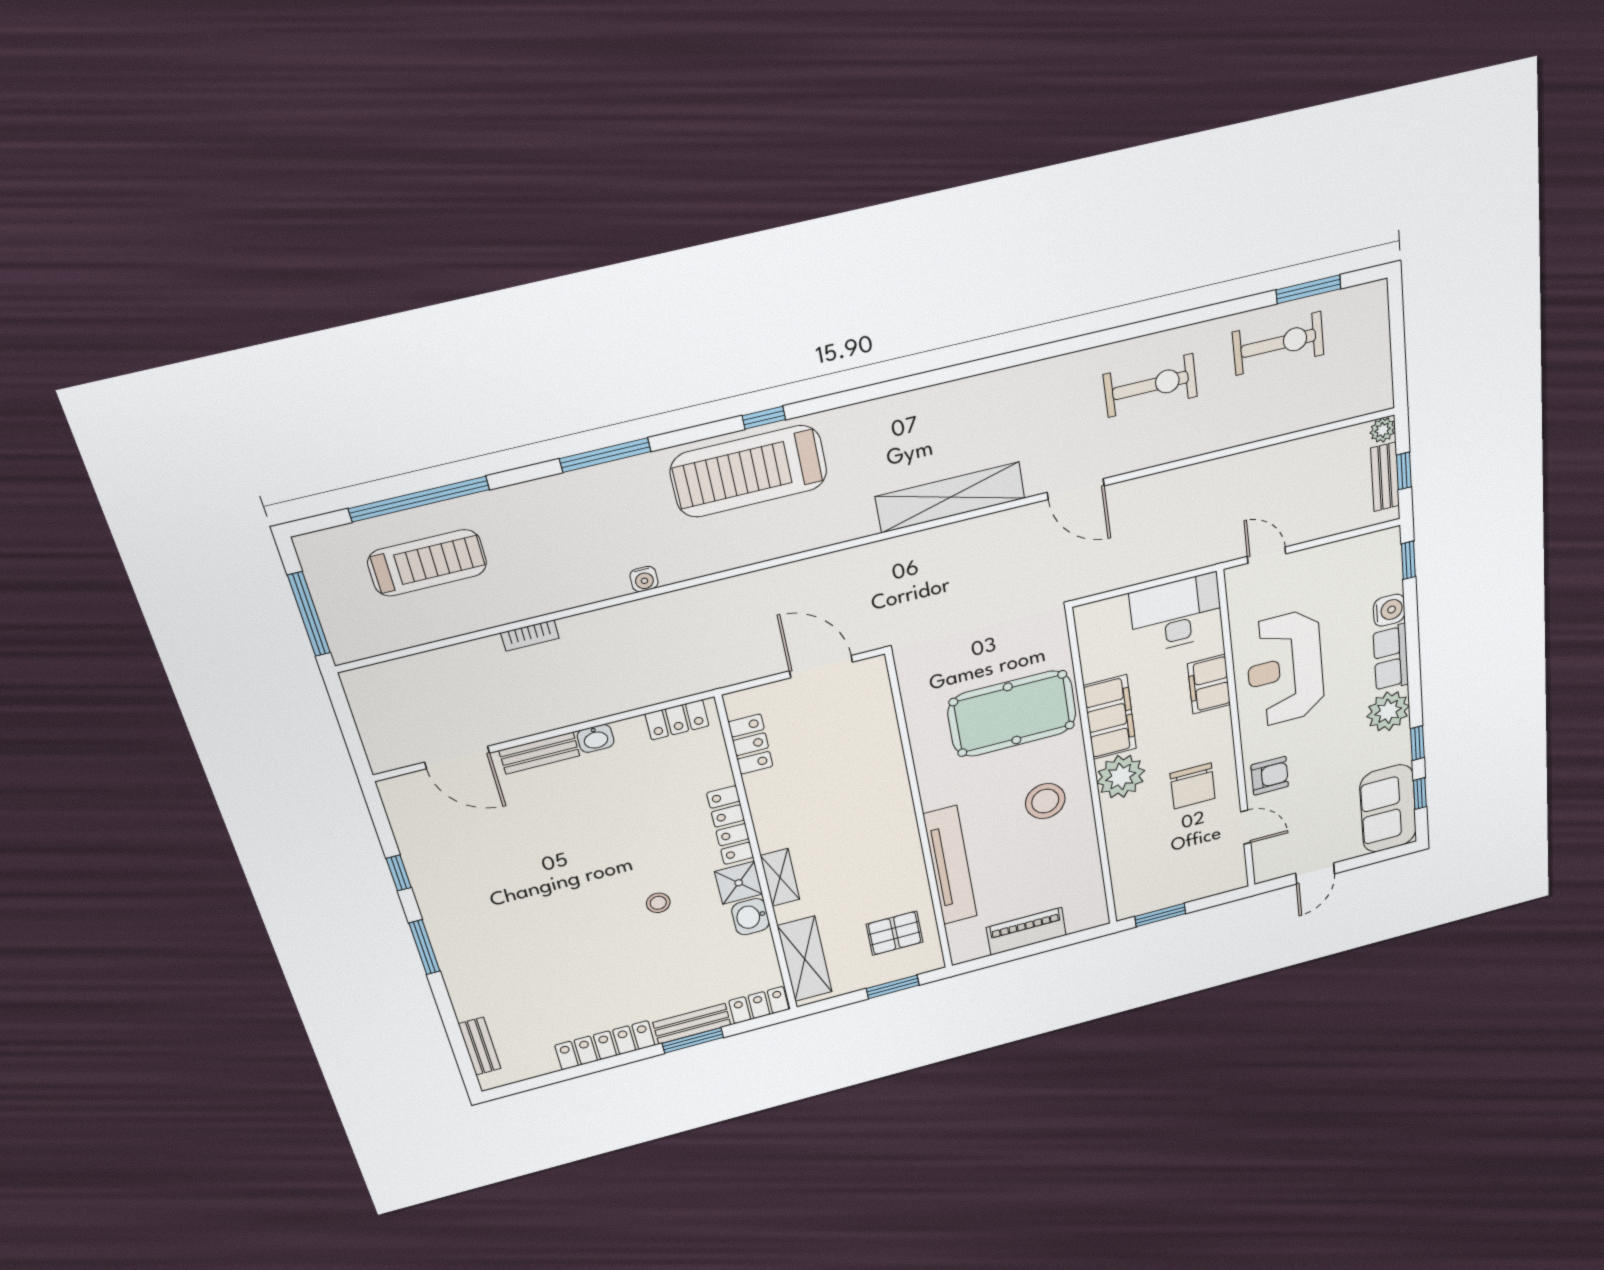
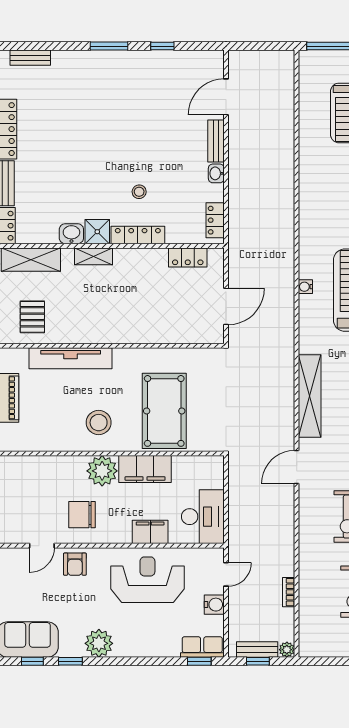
water cooler: (644, 579) -> (305, 287), moved
water cooler: (1389, 610) -> (214, 605), moved, turned -90
bookcase: (530, 635) -> (289, 592), moved
row of seats: (1391, 658) -> (202, 647), moved
stool: (658, 903) -> (139, 192), moved

